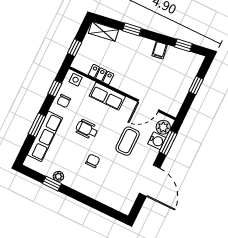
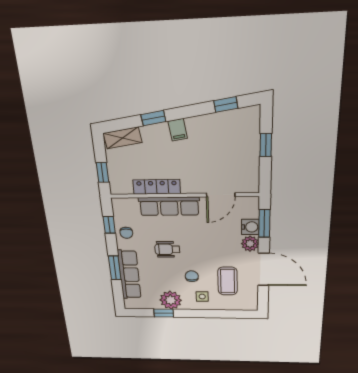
filing cabinet: (160, 50) -> (178, 130), moved
locker: (101, 75) -> (157, 187), width x1.53
side table: (76, 80) -> (202, 297), moved
row of seats: (107, 96) -> (169, 206), width x1.48
plant: (163, 127) -> (250, 244), moved
coffee table: (128, 141) -> (228, 281), moved
plant: (58, 176) -> (171, 300), width x1.88, depth x1.88

